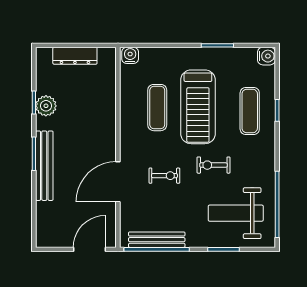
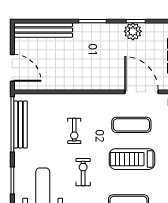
treadmill: (198, 107) -> (132, 159), width x0.73, depth x0.73
bench: (44, 166) -> (43, 30), moved
door: (118, 182) -> (142, 92), moved

